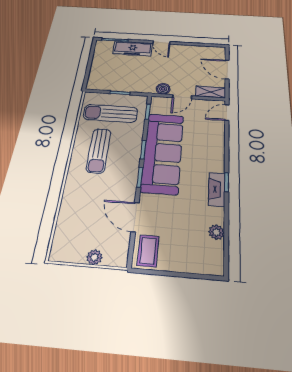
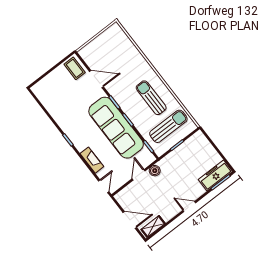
freezer: (133, 48) -> (215, 175), moved
shelving: (211, 92) -> (153, 226), moved
fireplace: (217, 189) -> (92, 160), moved
plant: (216, 232) -> (51, 107), removed
plant: (94, 257) -> (96, 43), removed

